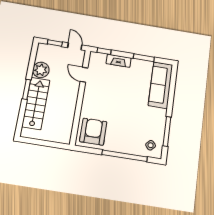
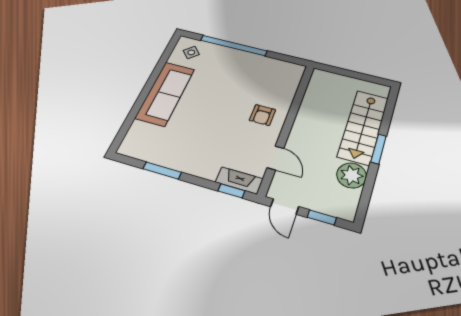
fireplace: (119, 61) -> (239, 180), moved
sofa: (161, 85) -> (165, 93), moved
window: (167, 131) -> (161, 65), removed
armchair: (93, 132) -> (262, 115), moved, width x0.53, depth x0.53

